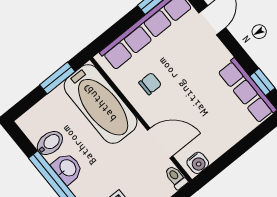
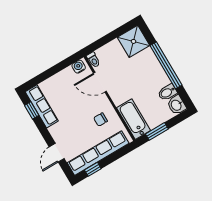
bathtub: (101, 104) -> (133, 119), width x0.73, depth x0.73
washbasin: (67, 168) -> (177, 105), moved

